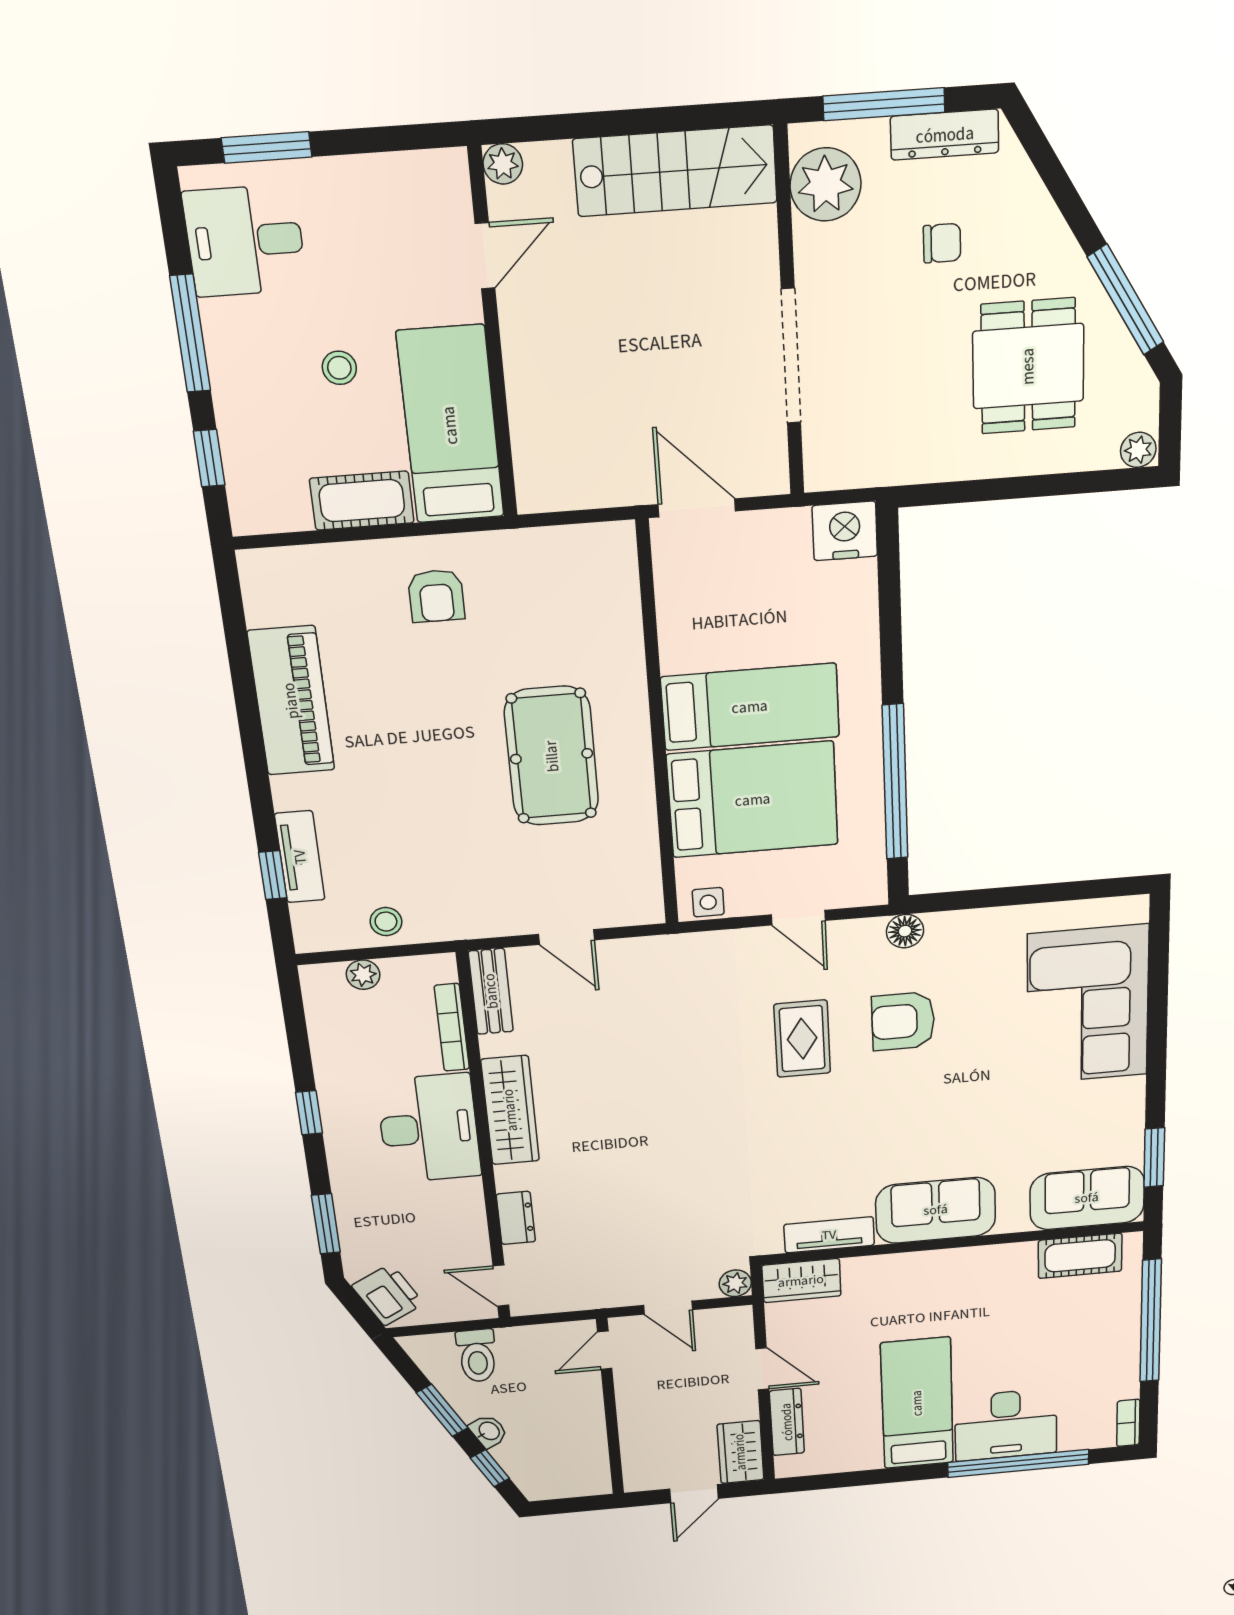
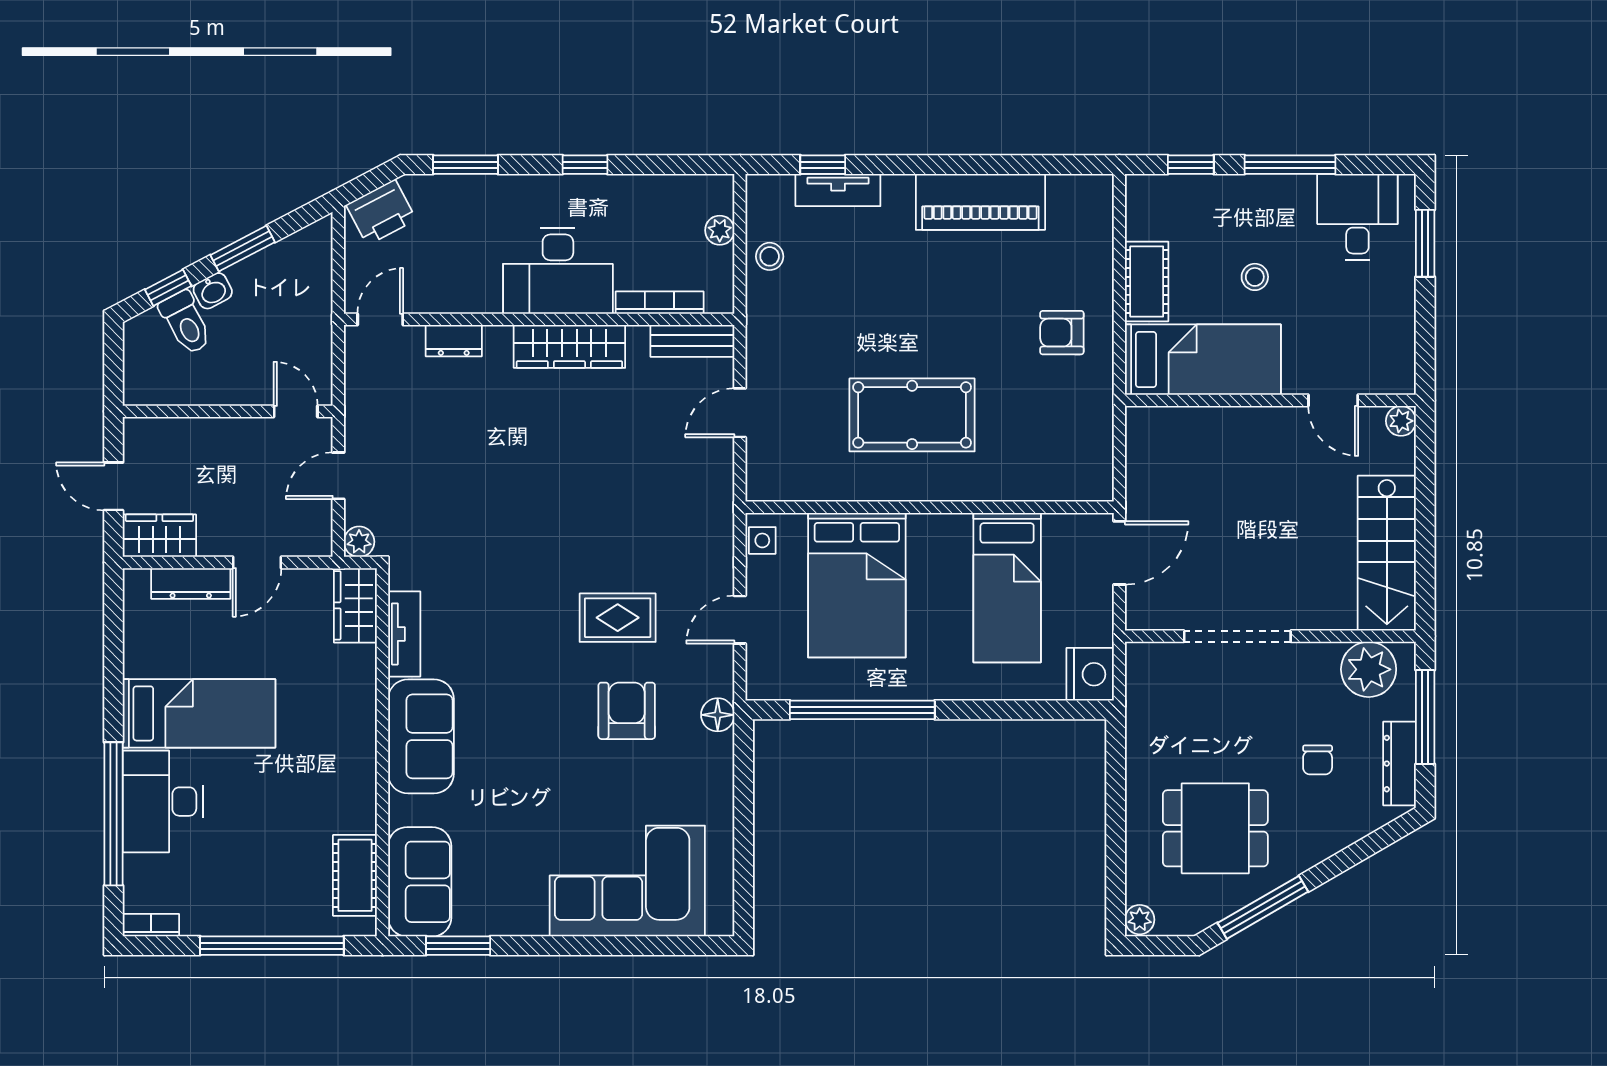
bed: (750, 707) -> (1007, 588), moved
toilet: (477, 1356) -> (186, 323), moved, turned -118

